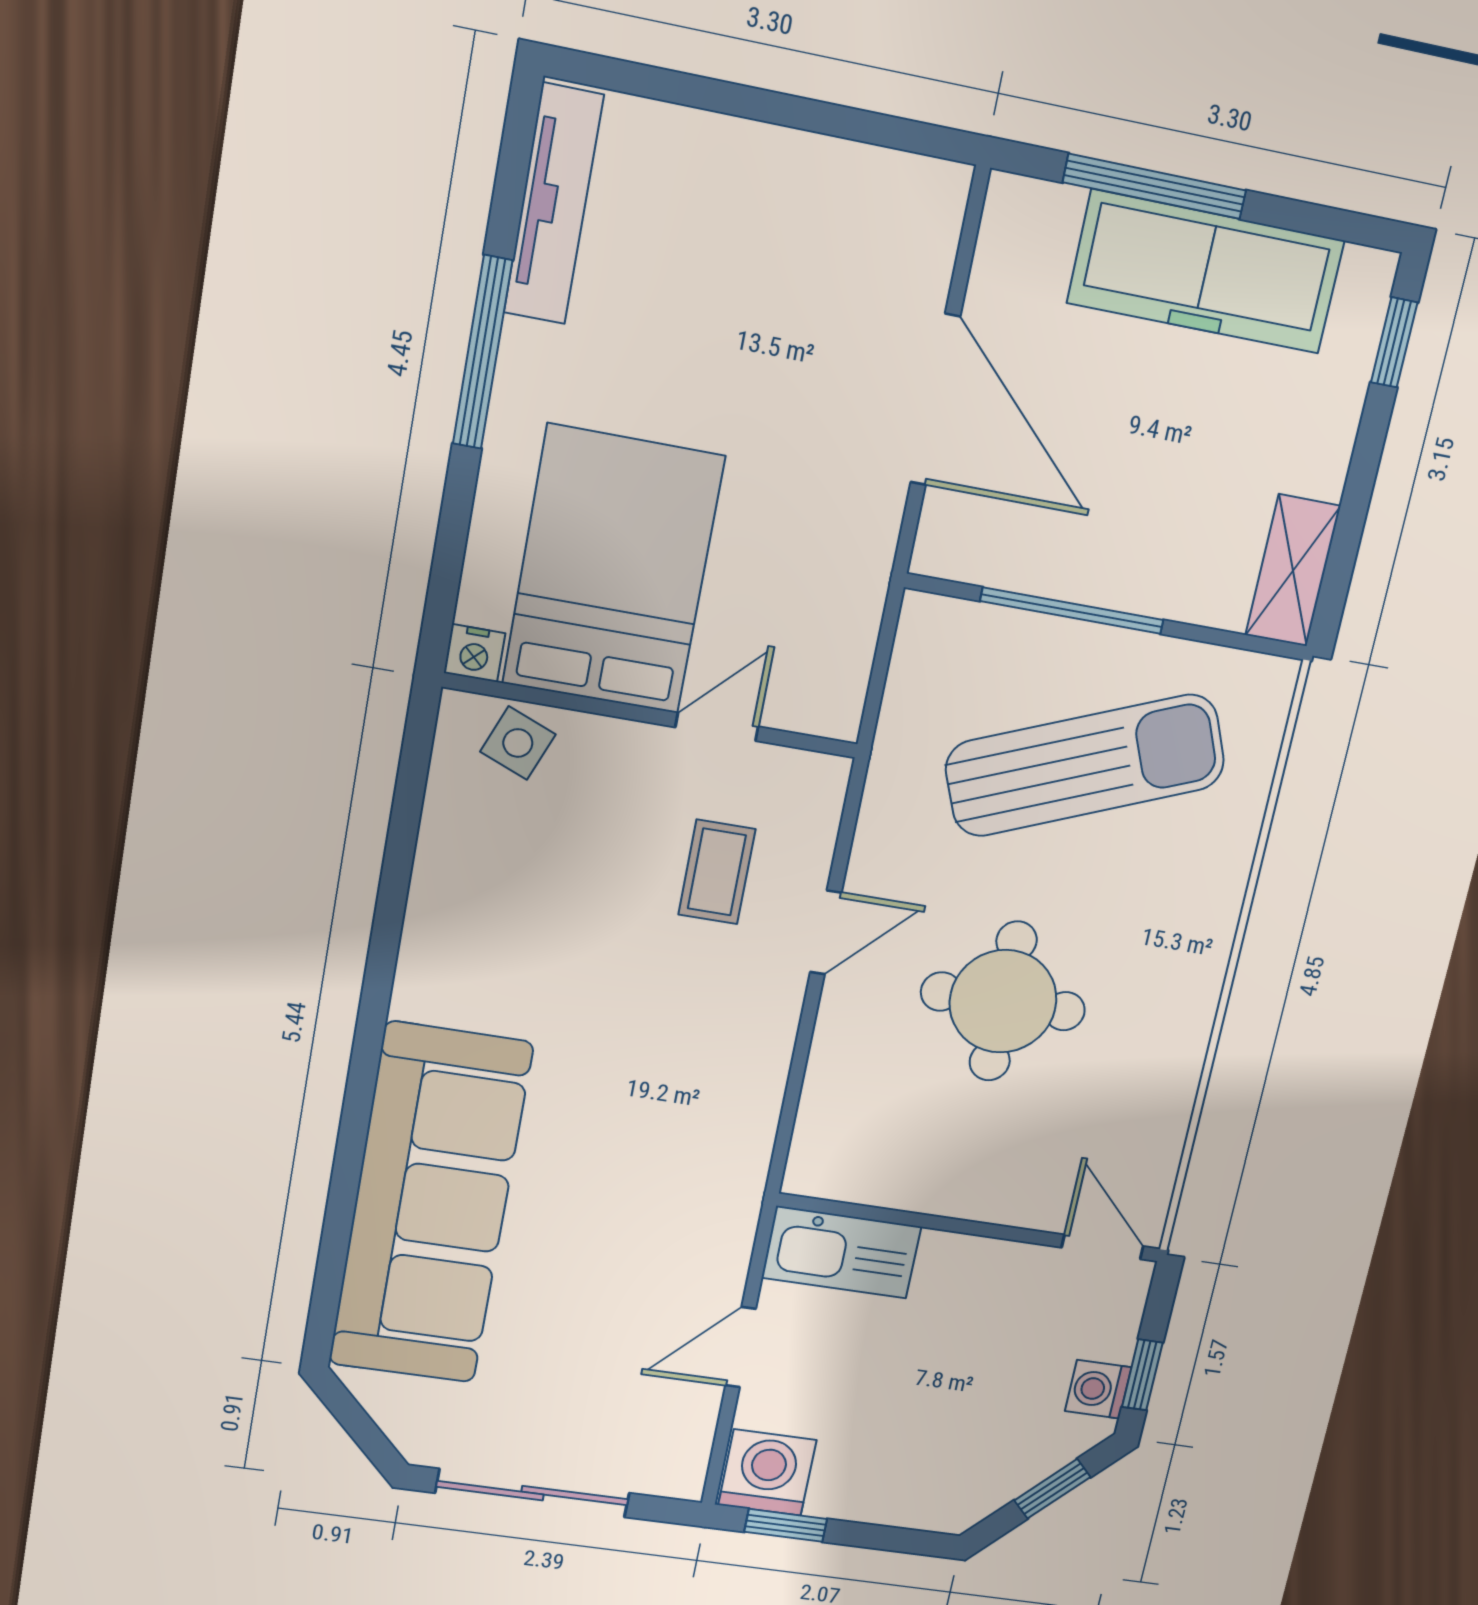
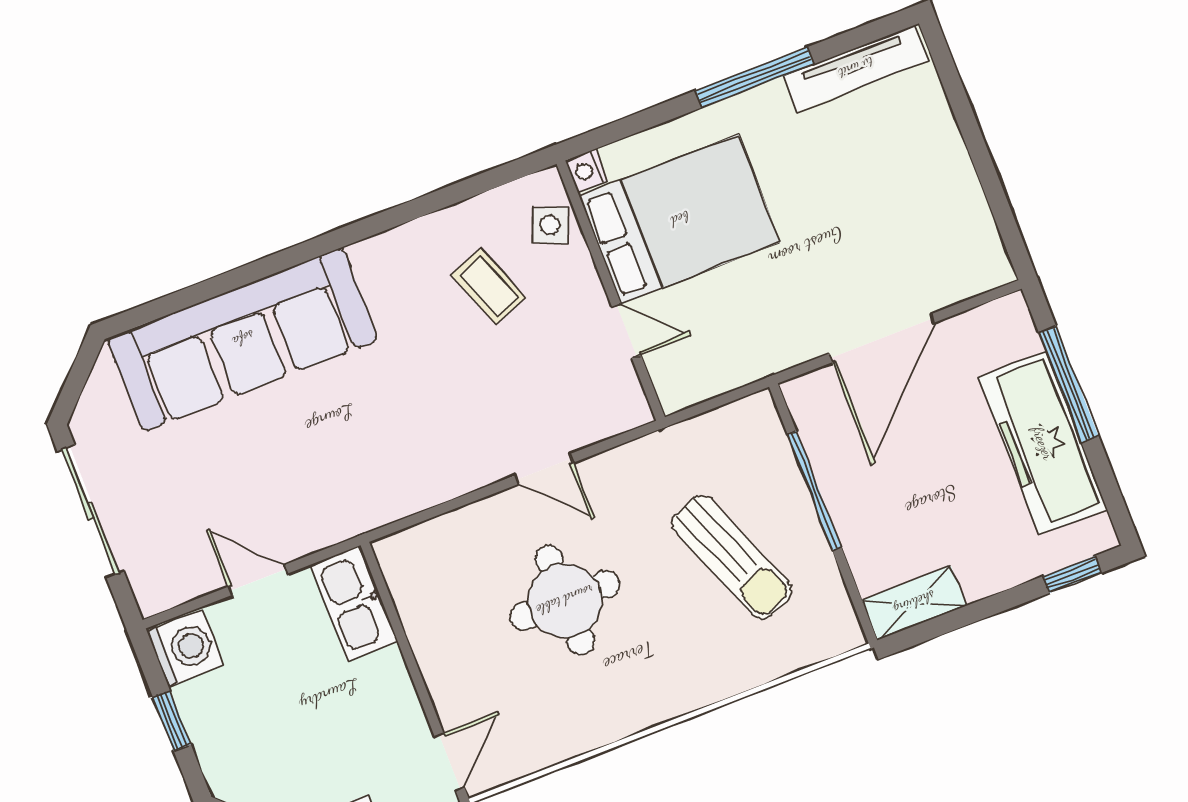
sun lounger: (1085, 765) -> (732, 557), width x0.73, depth x0.75
coffee table: (717, 872) -> (489, 286), moved, turned 69
window: (786, 1525) -> (172, 721), moved

